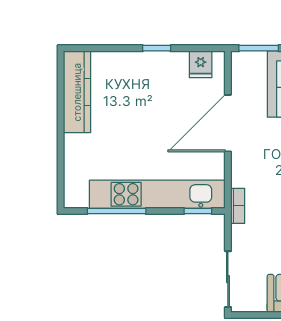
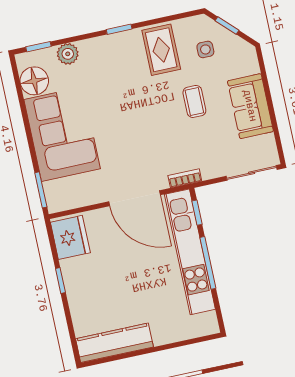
fridge: (201, 64) -> (70, 237), width x1.88, depth x1.34
door: (228, 123) -> (134, 198), moved
window: (117, 211) -> (208, 263), moved

